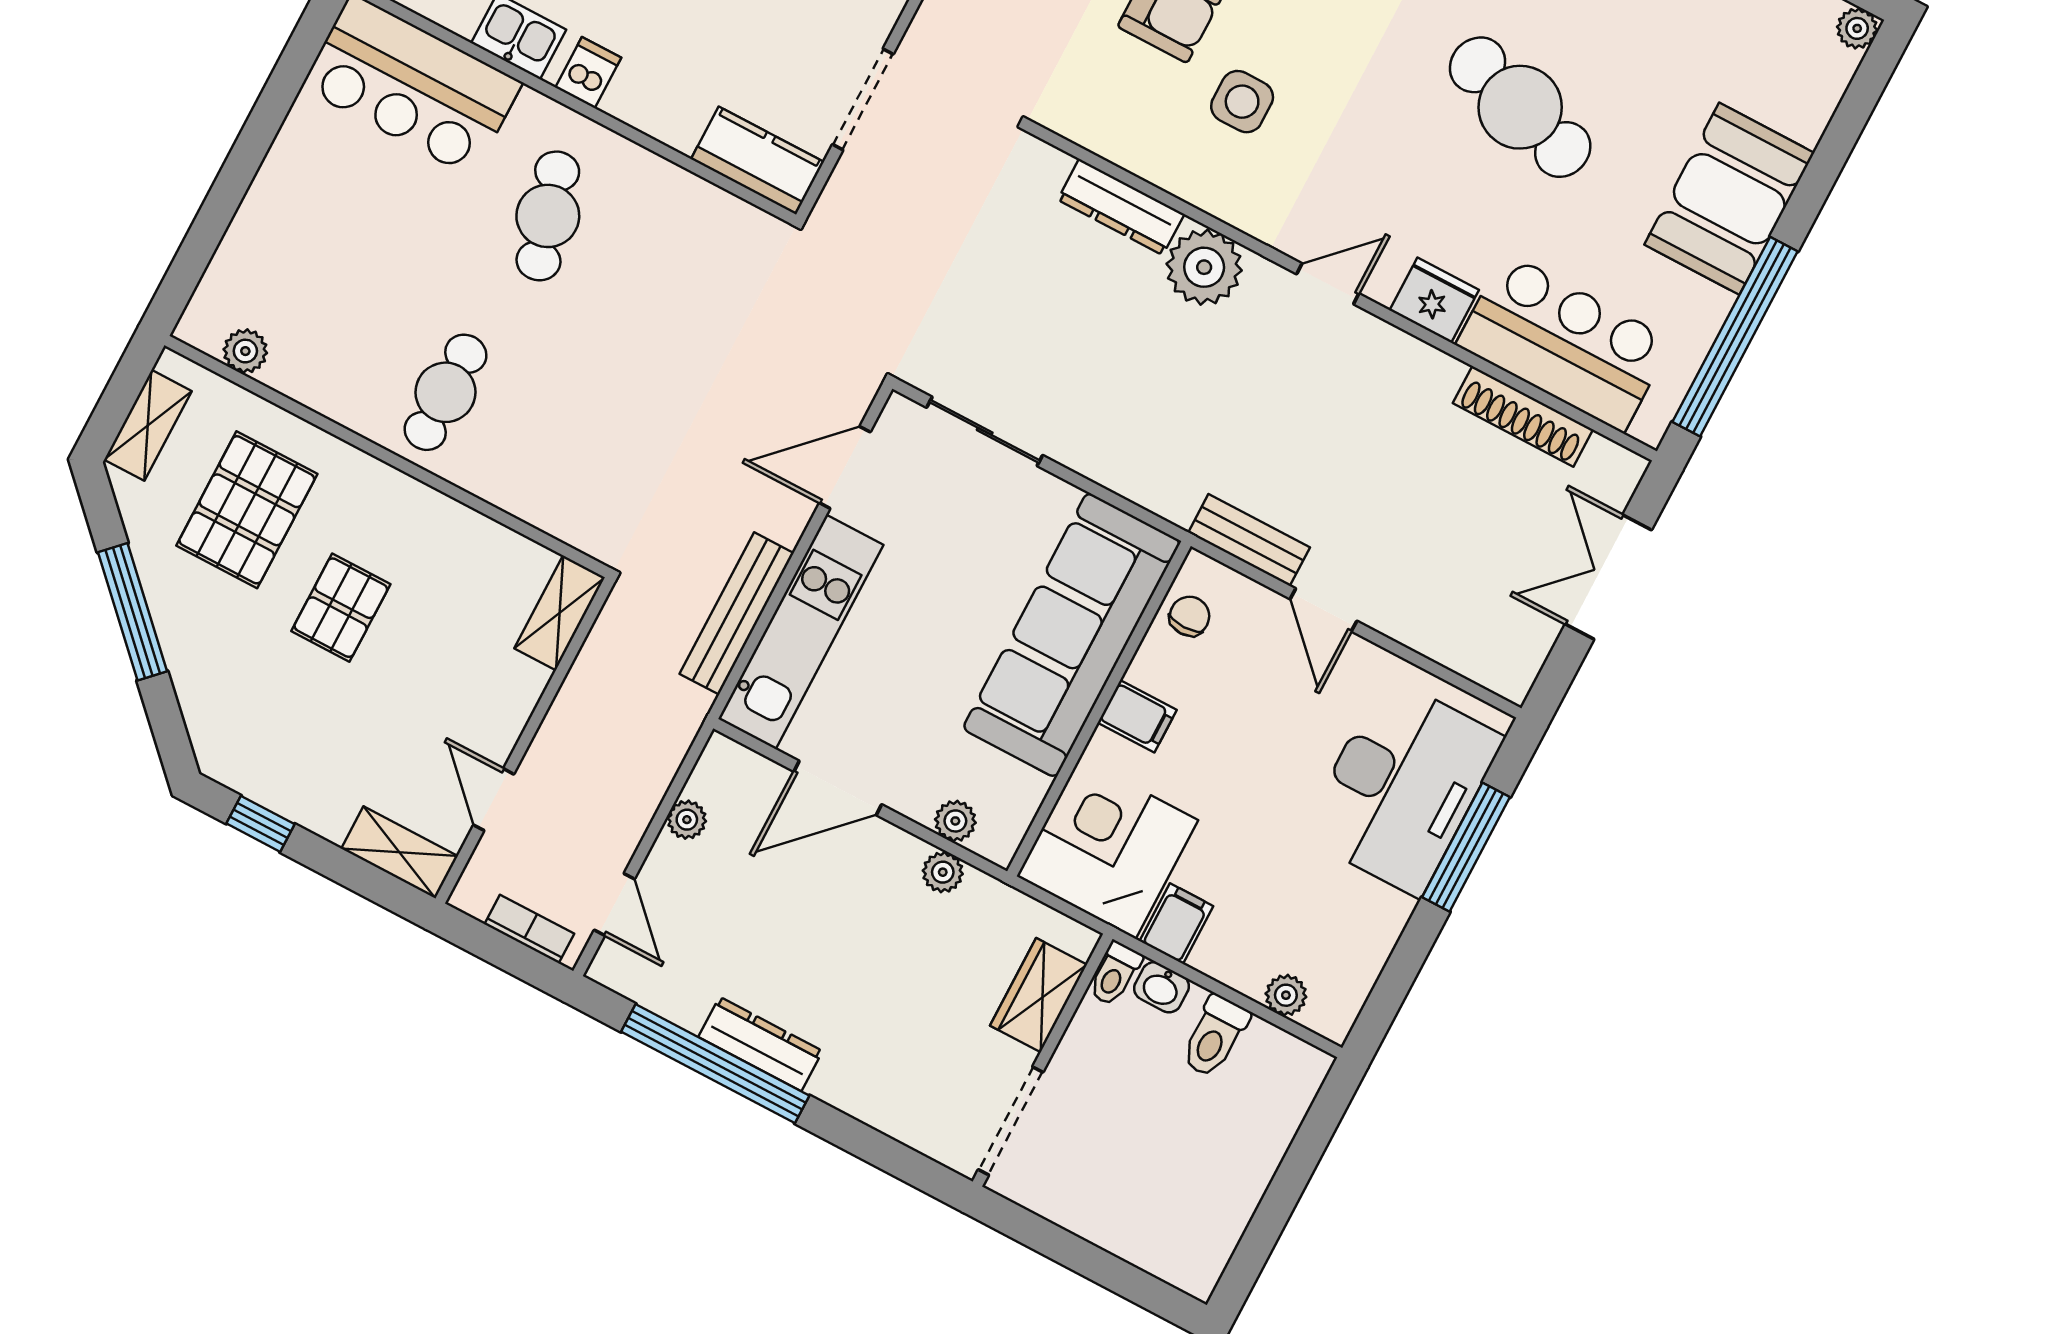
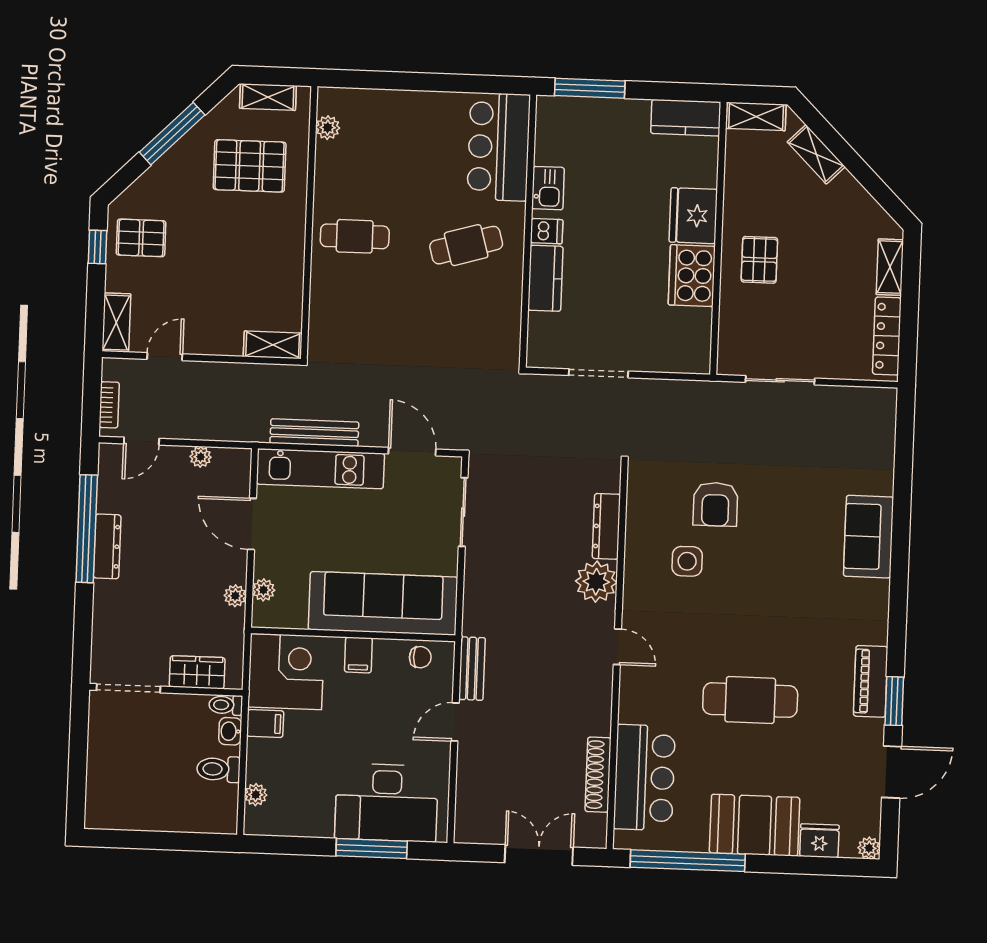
cafe table: (1520, 107) -> (750, 700), turned 73
kitchen counter: (757, 161) -> (545, 278), moved
fridge: (1434, 300) -> (819, 841), moved, turned -90
pallet: (341, 608) -> (141, 238), moved

